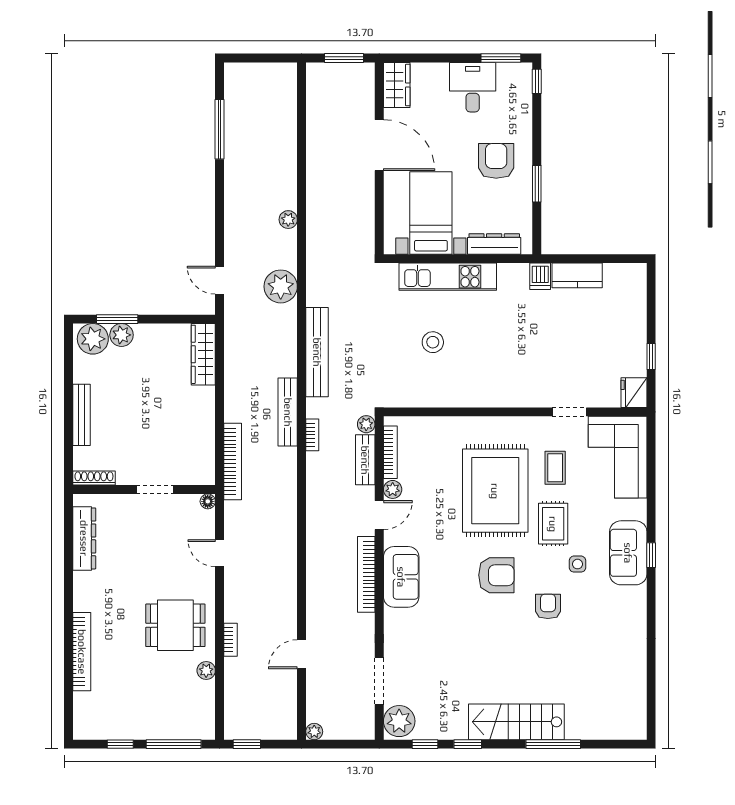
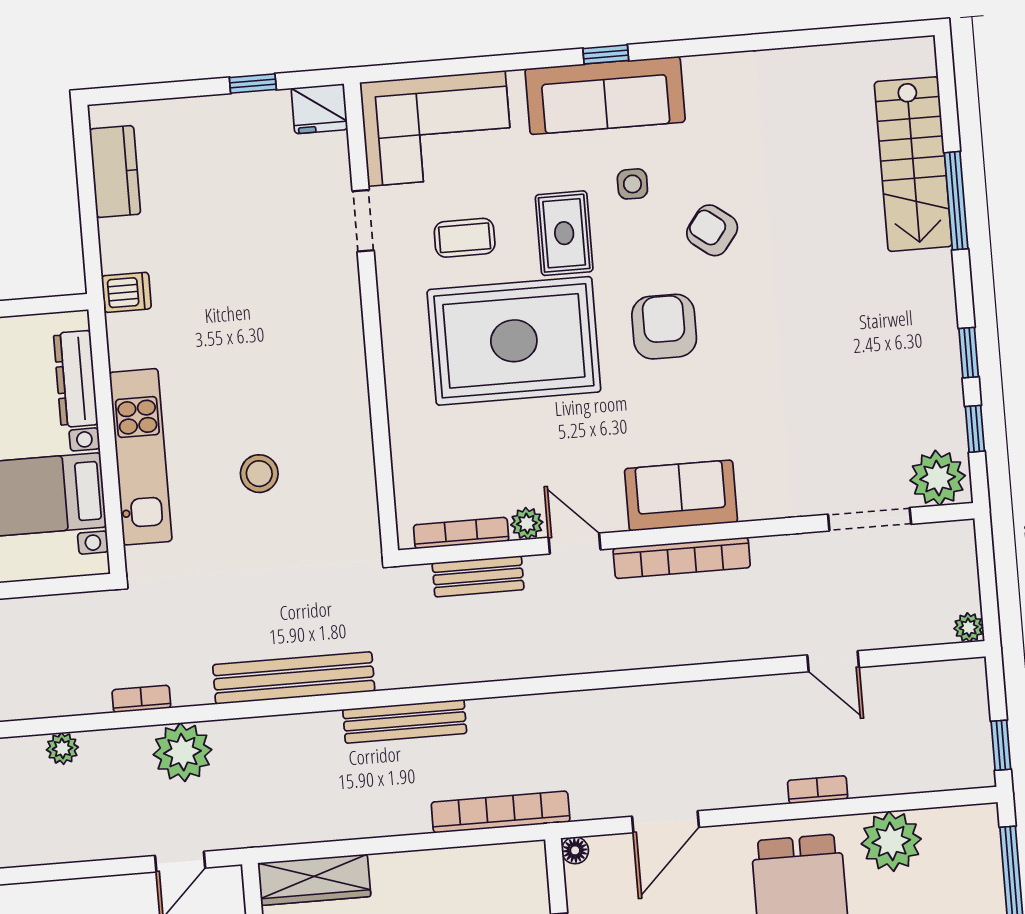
kitchen counter: (577, 275) -> (115, 172), moved
plant: (366, 424) -> (415, 580), removed
bookcase: (312, 435) -> (141, 699), moved
rug: (553, 524) -> (564, 233), turned 90
door: (220, 553) -> (665, 822), width x1.38
sofa: (628, 553) -> (605, 95), width x1.36
armchair: (548, 606) -> (712, 230), turned 37
plant: (206, 671) -> (891, 841), width x1.88, depth x1.88
stairs: (516, 722) -> (913, 164), moved

